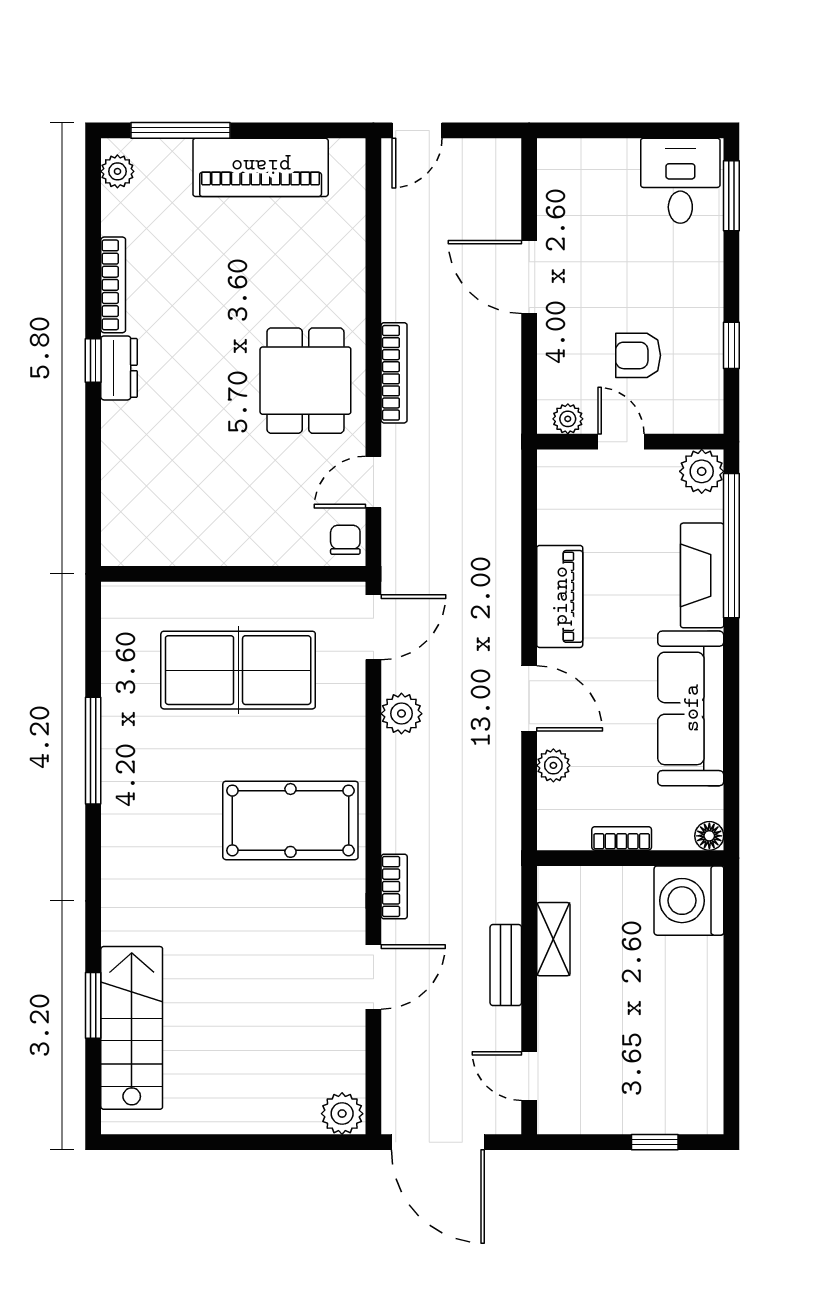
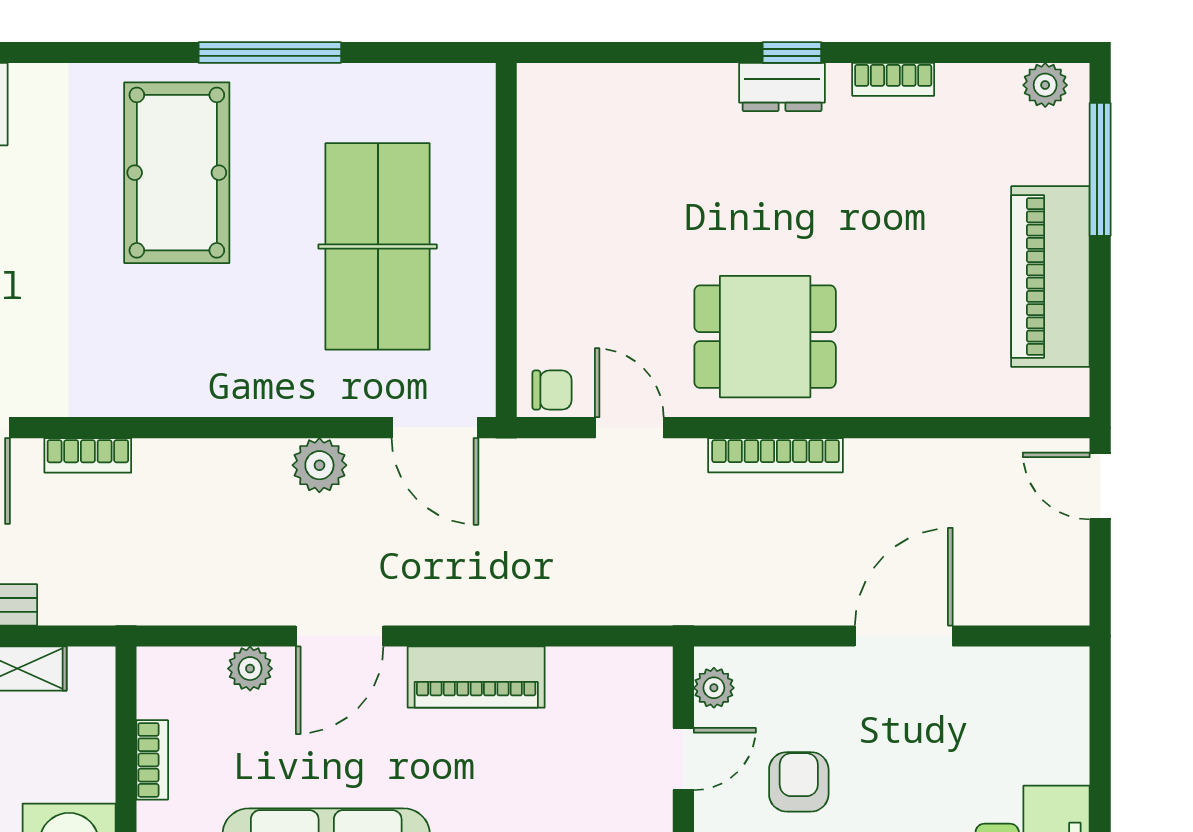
bookcase: (113, 285) -> (893, 79), width x0.64
pool table: (290, 820) -> (177, 173), moved

